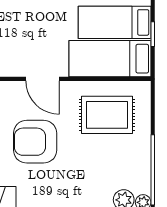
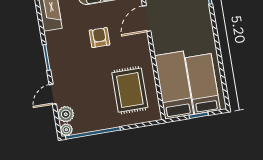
door: (42, 79) -> (147, 18), moved
armchair: (35, 142) -> (100, 38), width x0.53, depth x0.53

